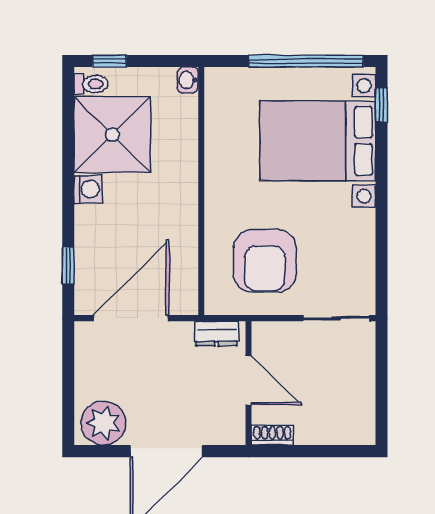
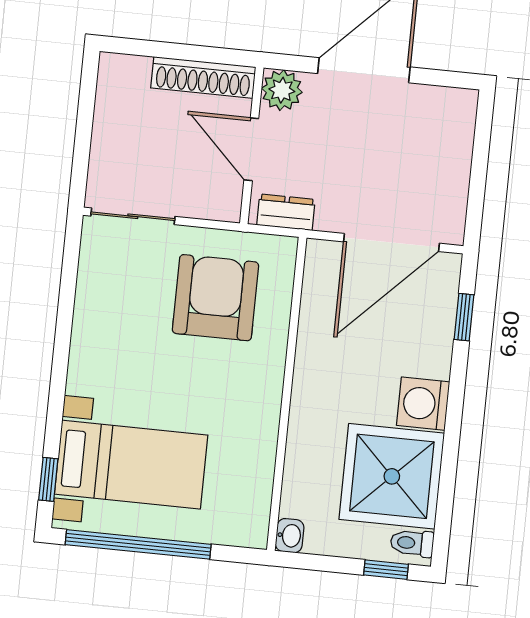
bed with nightstands: (318, 141) -> (131, 465), width x0.73
washing machine: (88, 189) -> (423, 404), width x1.38, depth x1.38
plant: (103, 423) -> (282, 90), moved, width x0.73, depth x0.73
shoe rack: (272, 435) -> (203, 77), width x1.94, depth x1.24

